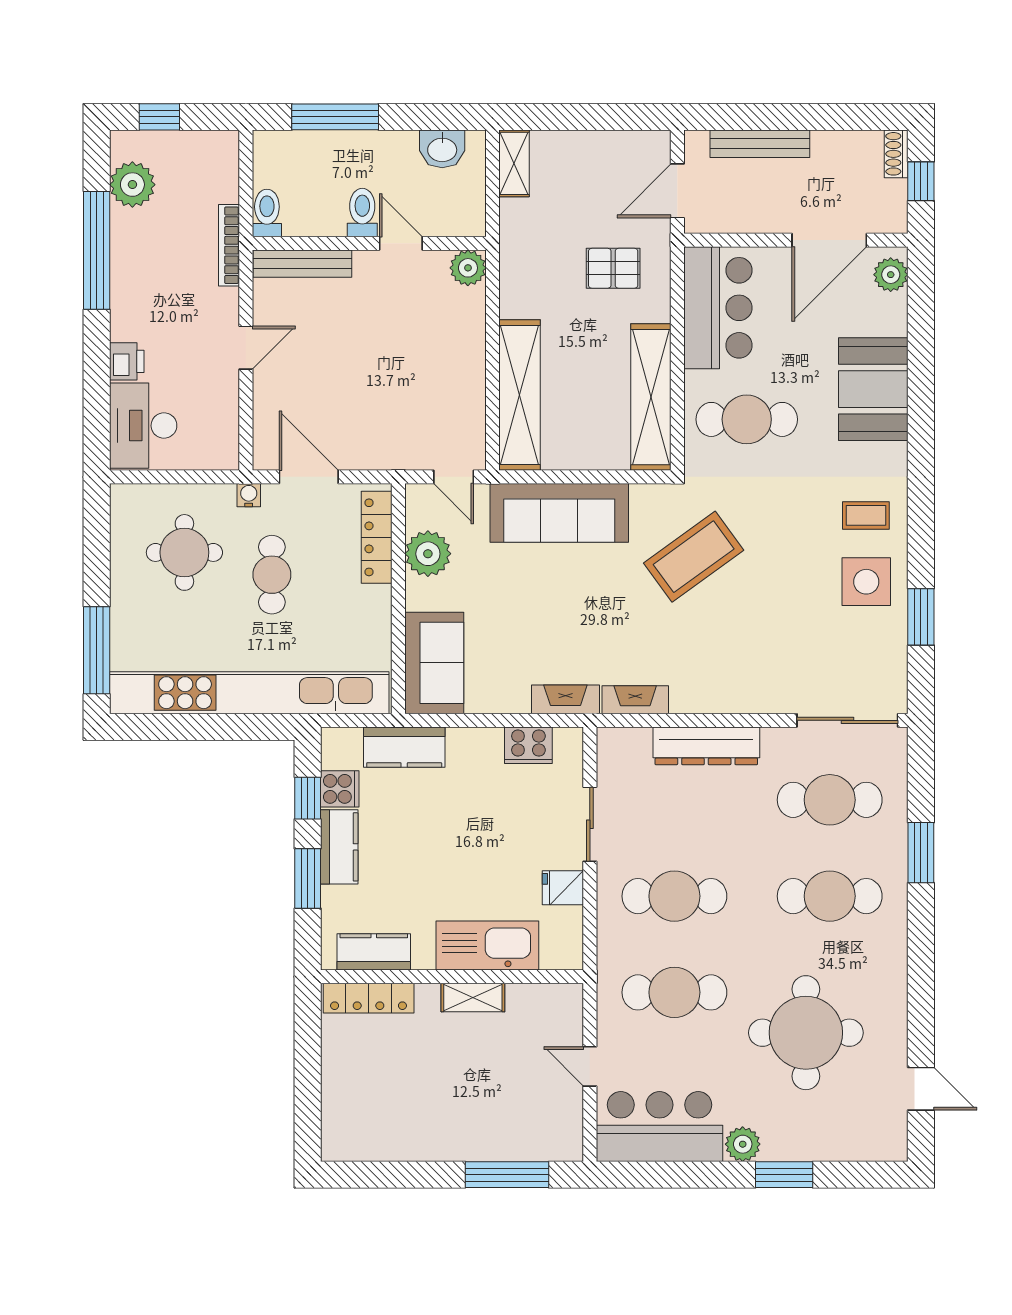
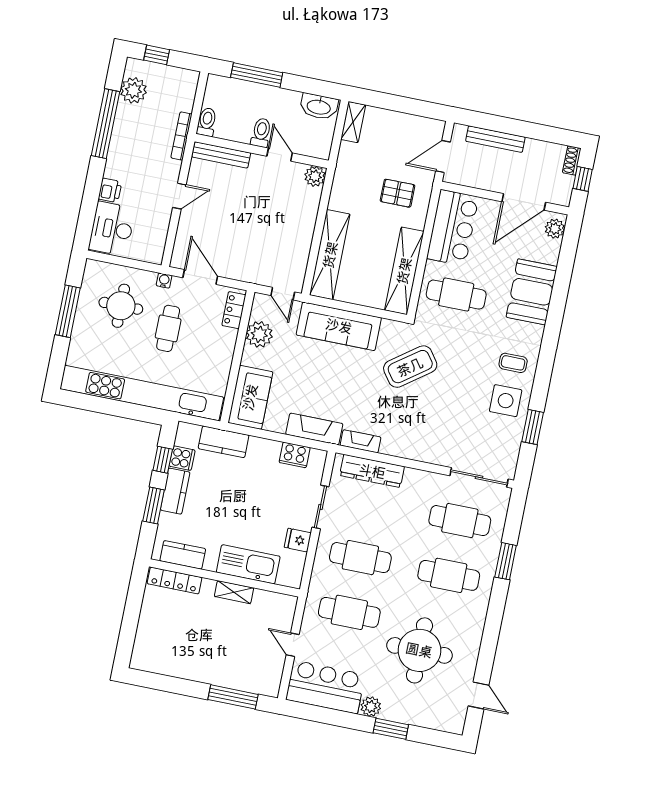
washbasin: (442, 149) -> (319, 107), width x1.38
locker: (377, 537) -> (234, 310), width x0.66
window: (97, 650) -> (68, 311), moved
fireplace: (565, 699) -> (314, 429), width x1.37, depth x1.32
dresser: (706, 746) -> (372, 471), moved

